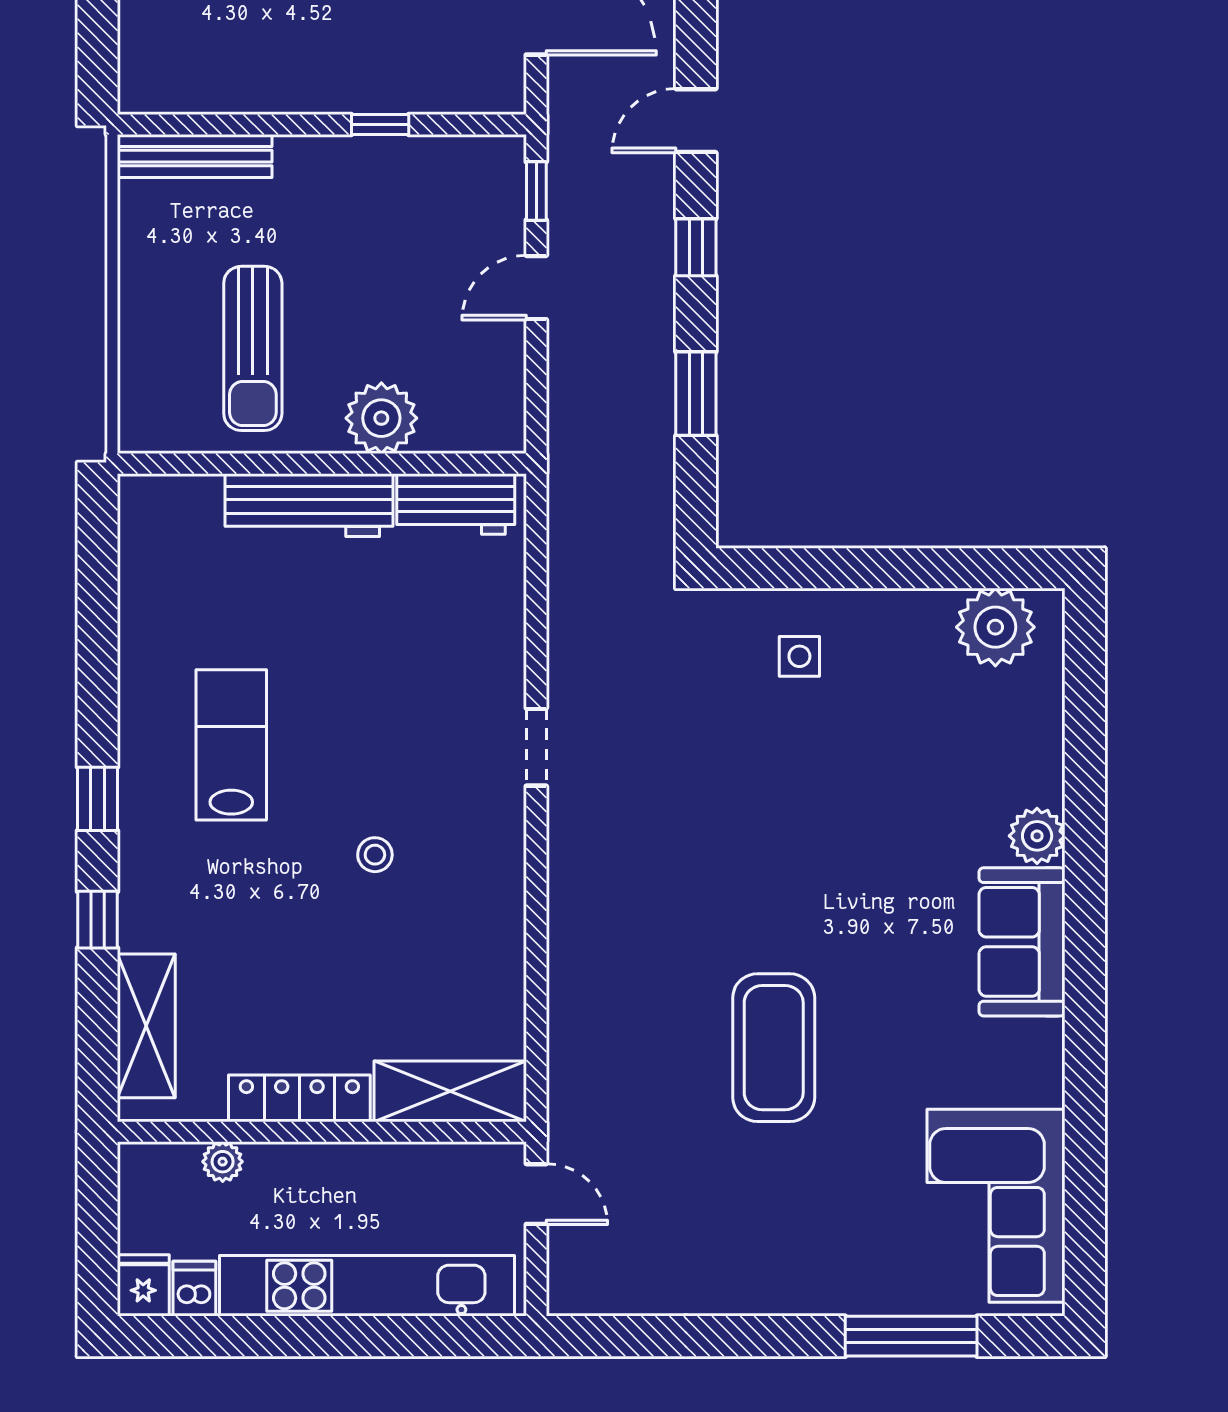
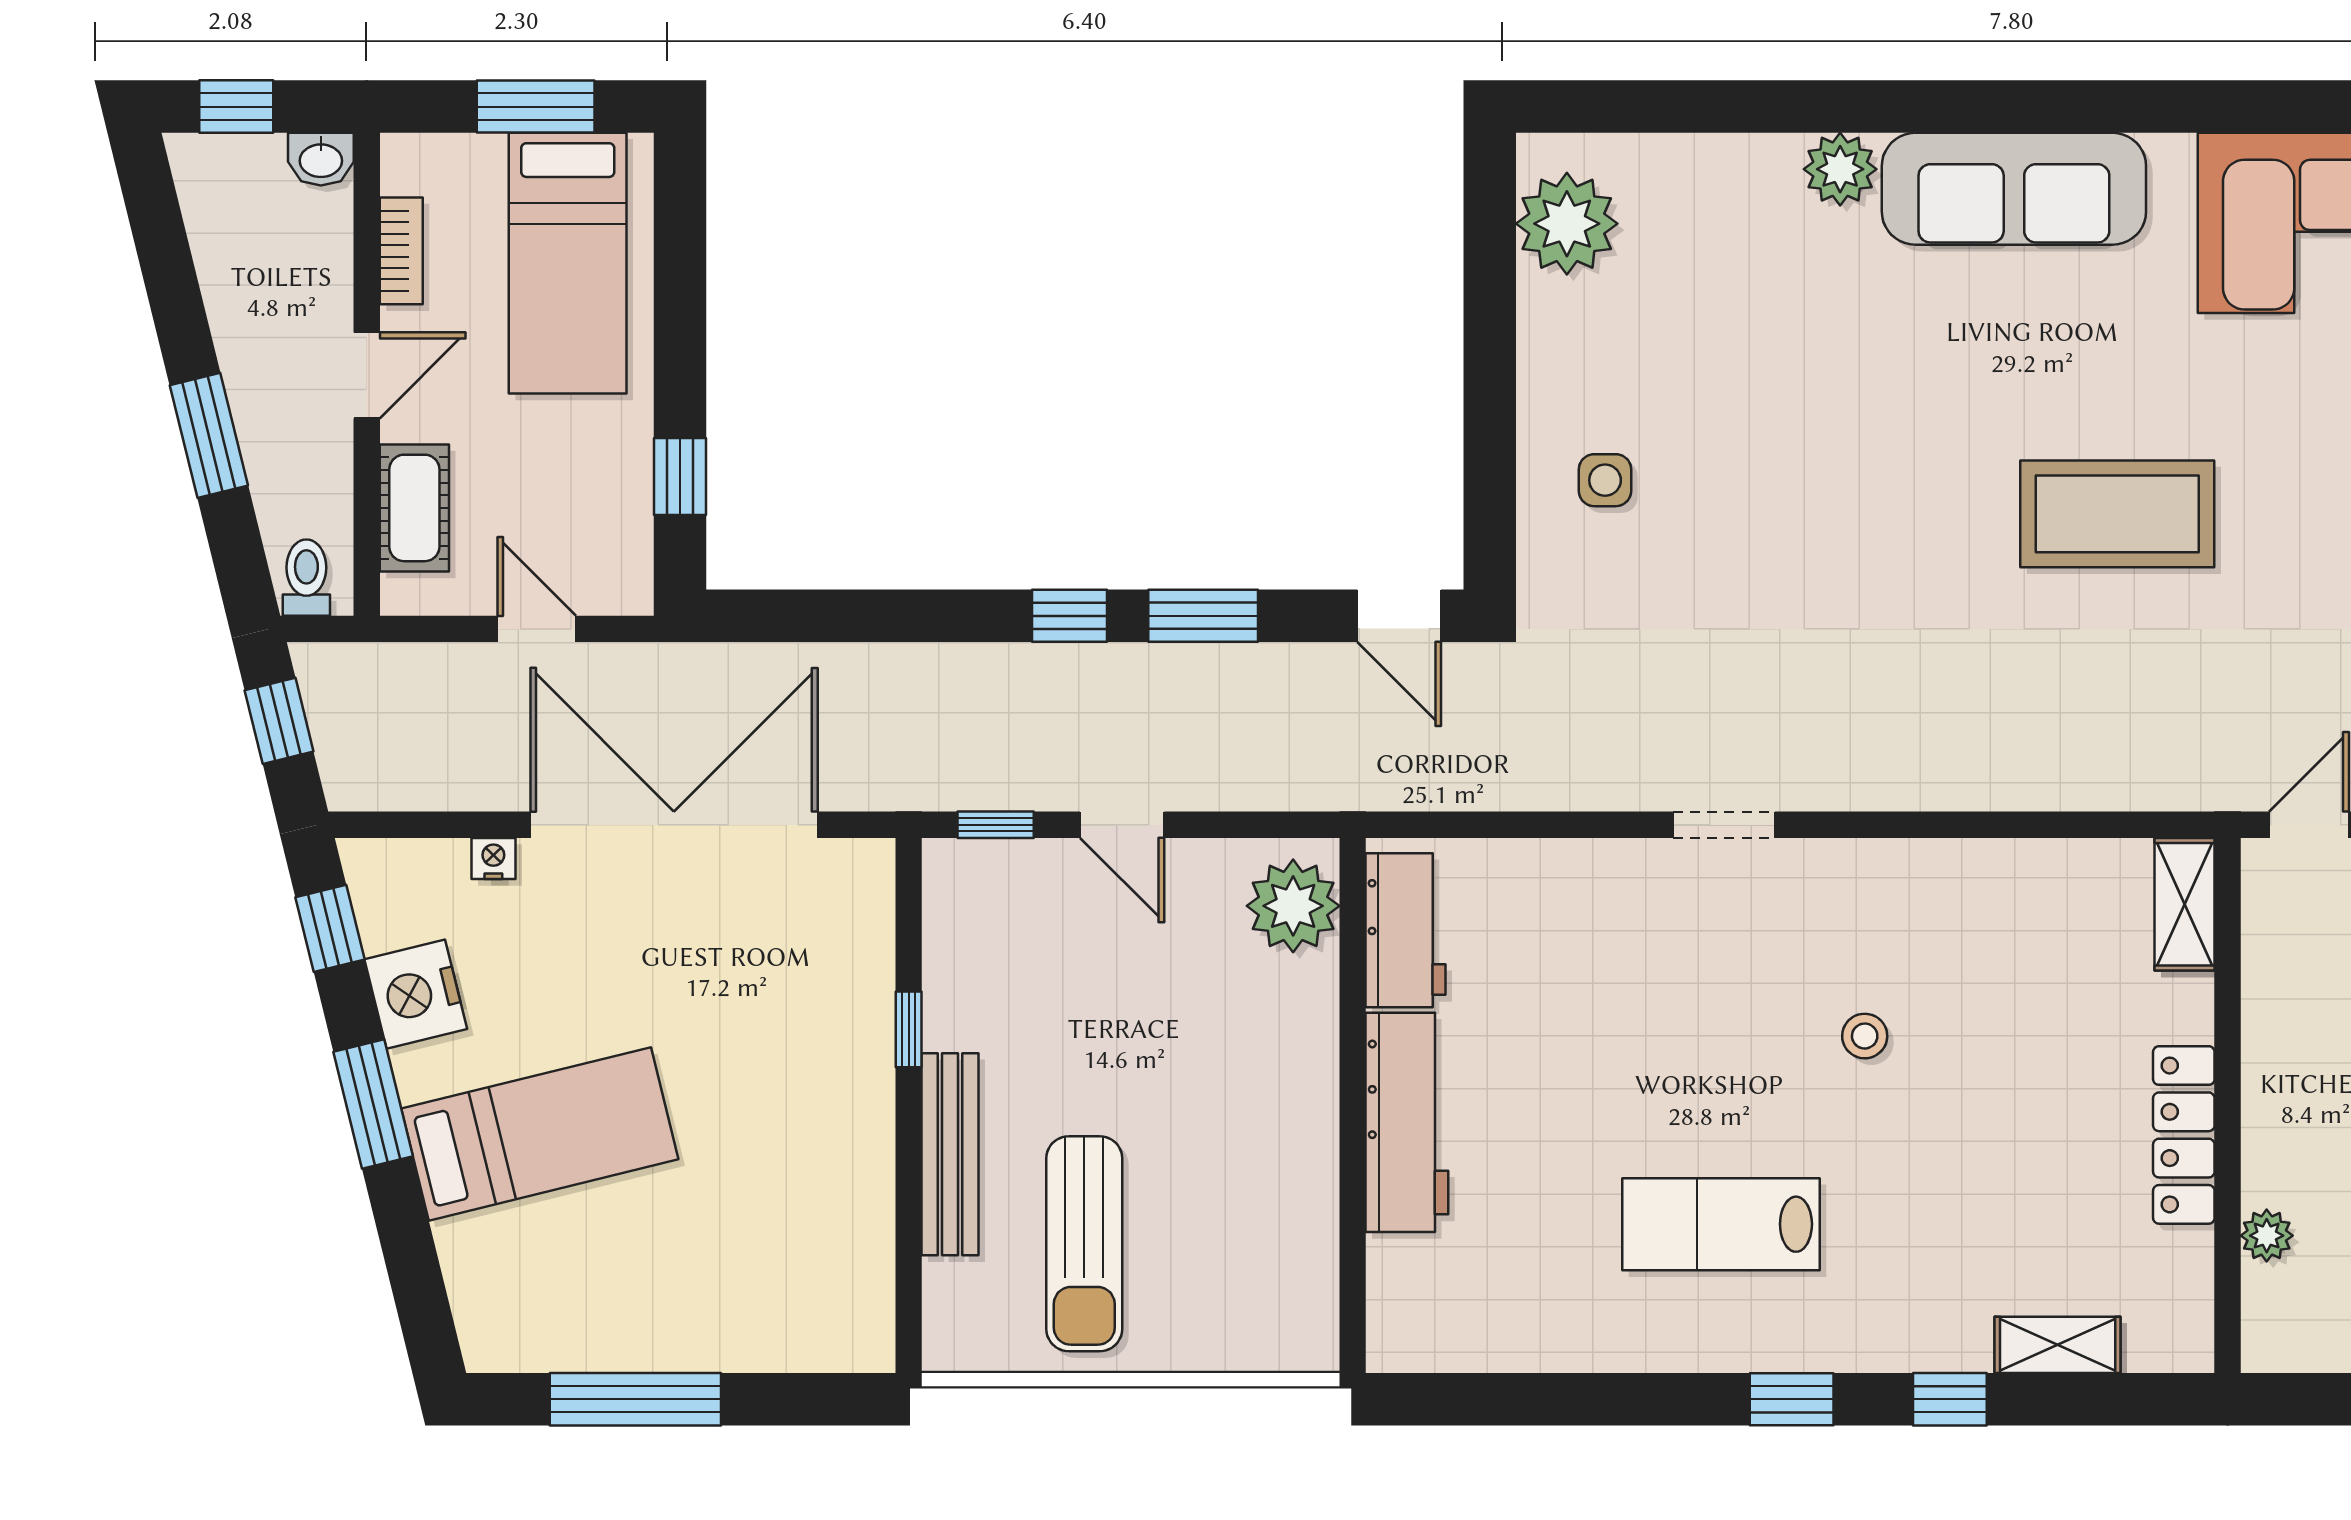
door: (696, 121) -> (1399, 616), moved
bench: (195, 156) -> (950, 1154), moved
sun lounger: (253, 348) -> (1084, 1244), moved, turned 90
window: (696, 394) -> (1203, 616), moved
plant: (381, 418) -> (1293, 906), moved
sofa: (1022, 942) -> (2014, 189), width x1.36
shelving: (146, 1026) -> (2058, 1345), width x0.67, depth x0.75
shelving: (450, 1091) -> (2185, 904), width x0.67, depth x0.75

